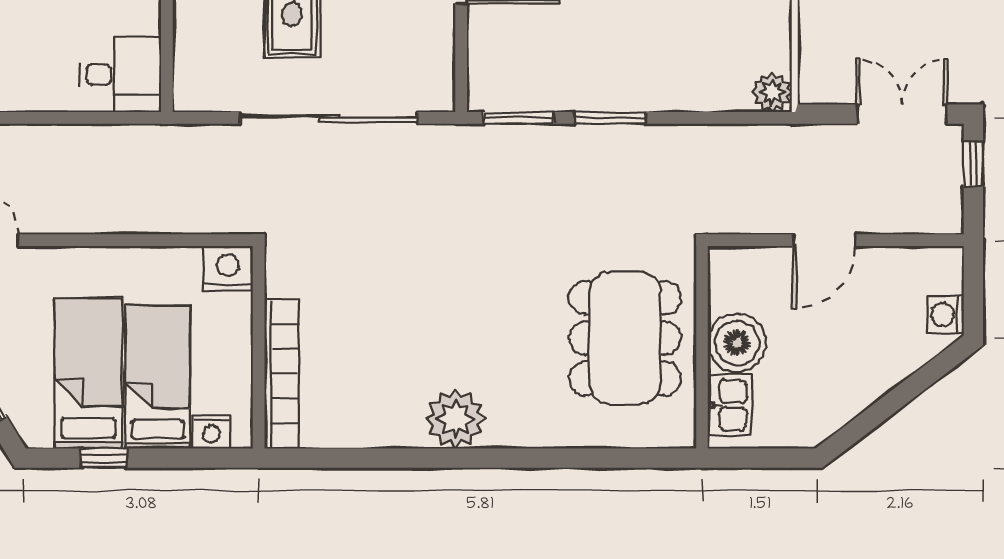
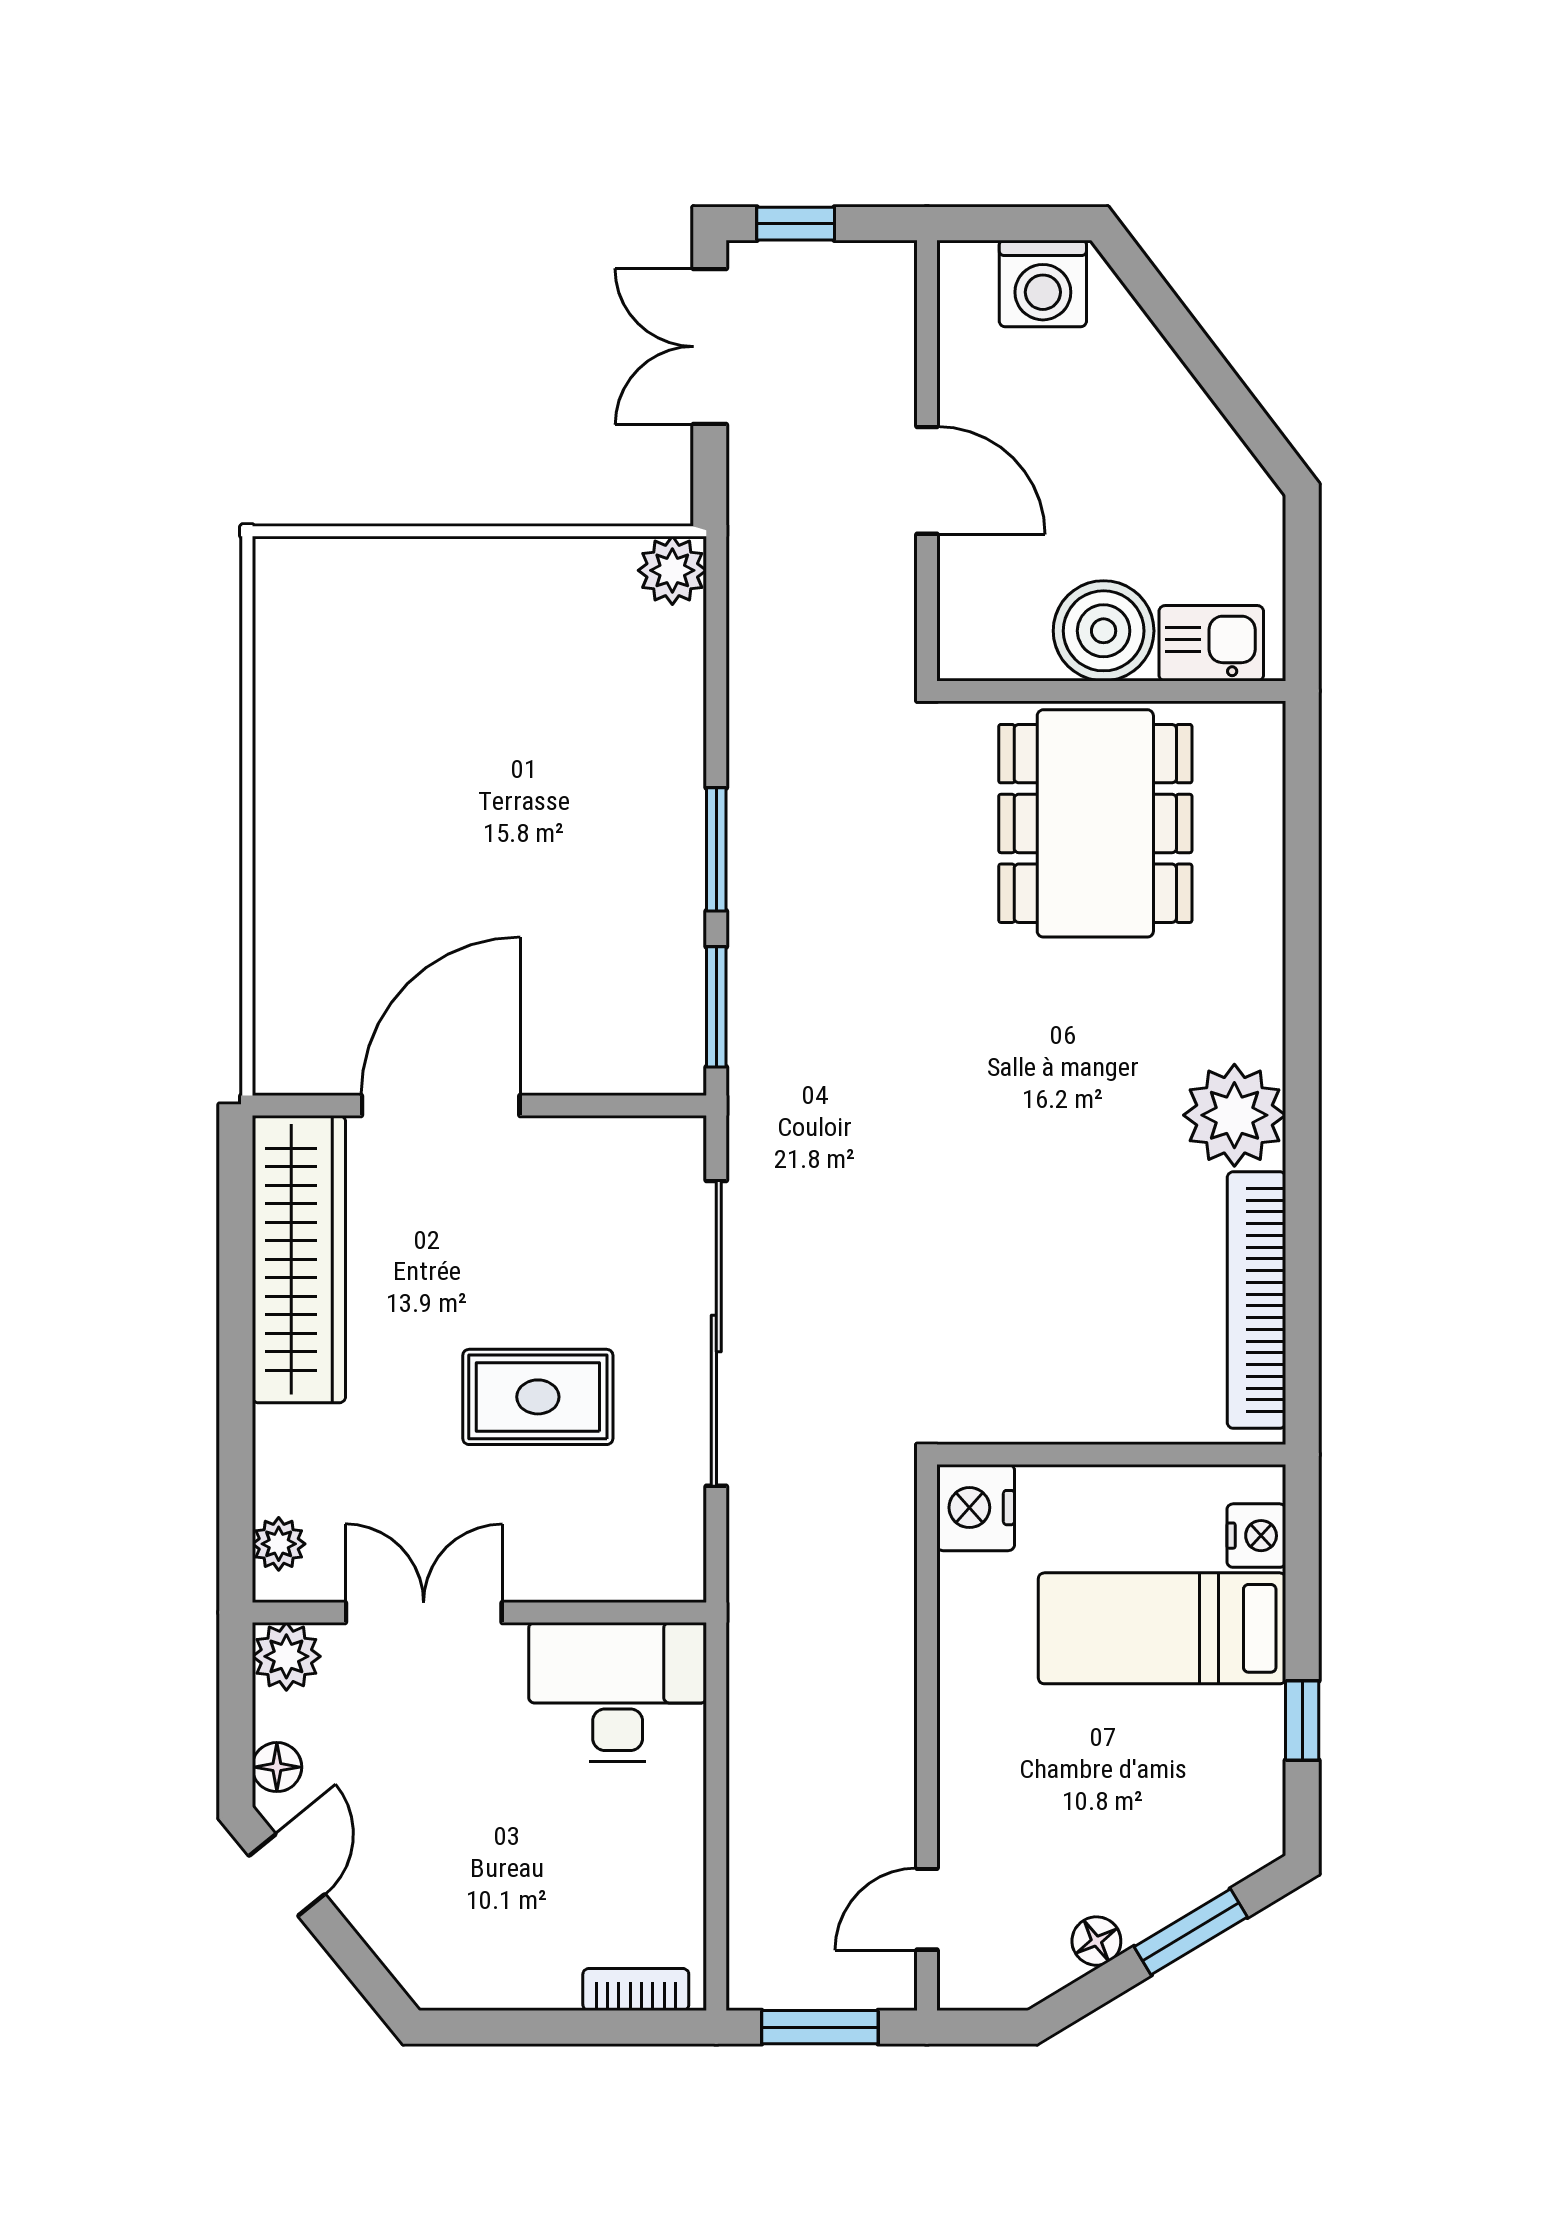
desk: (121, 75) -> (618, 1692), width x1.37
washing machine: (945, 314) -> (1043, 284), width x1.38, depth x1.38
dining table: (625, 338) -> (1095, 823), turned 90
bed: (88, 373) -> (1156, 1748), removed
bookcase: (281, 374) -> (1257, 1300), moved, turned -90

